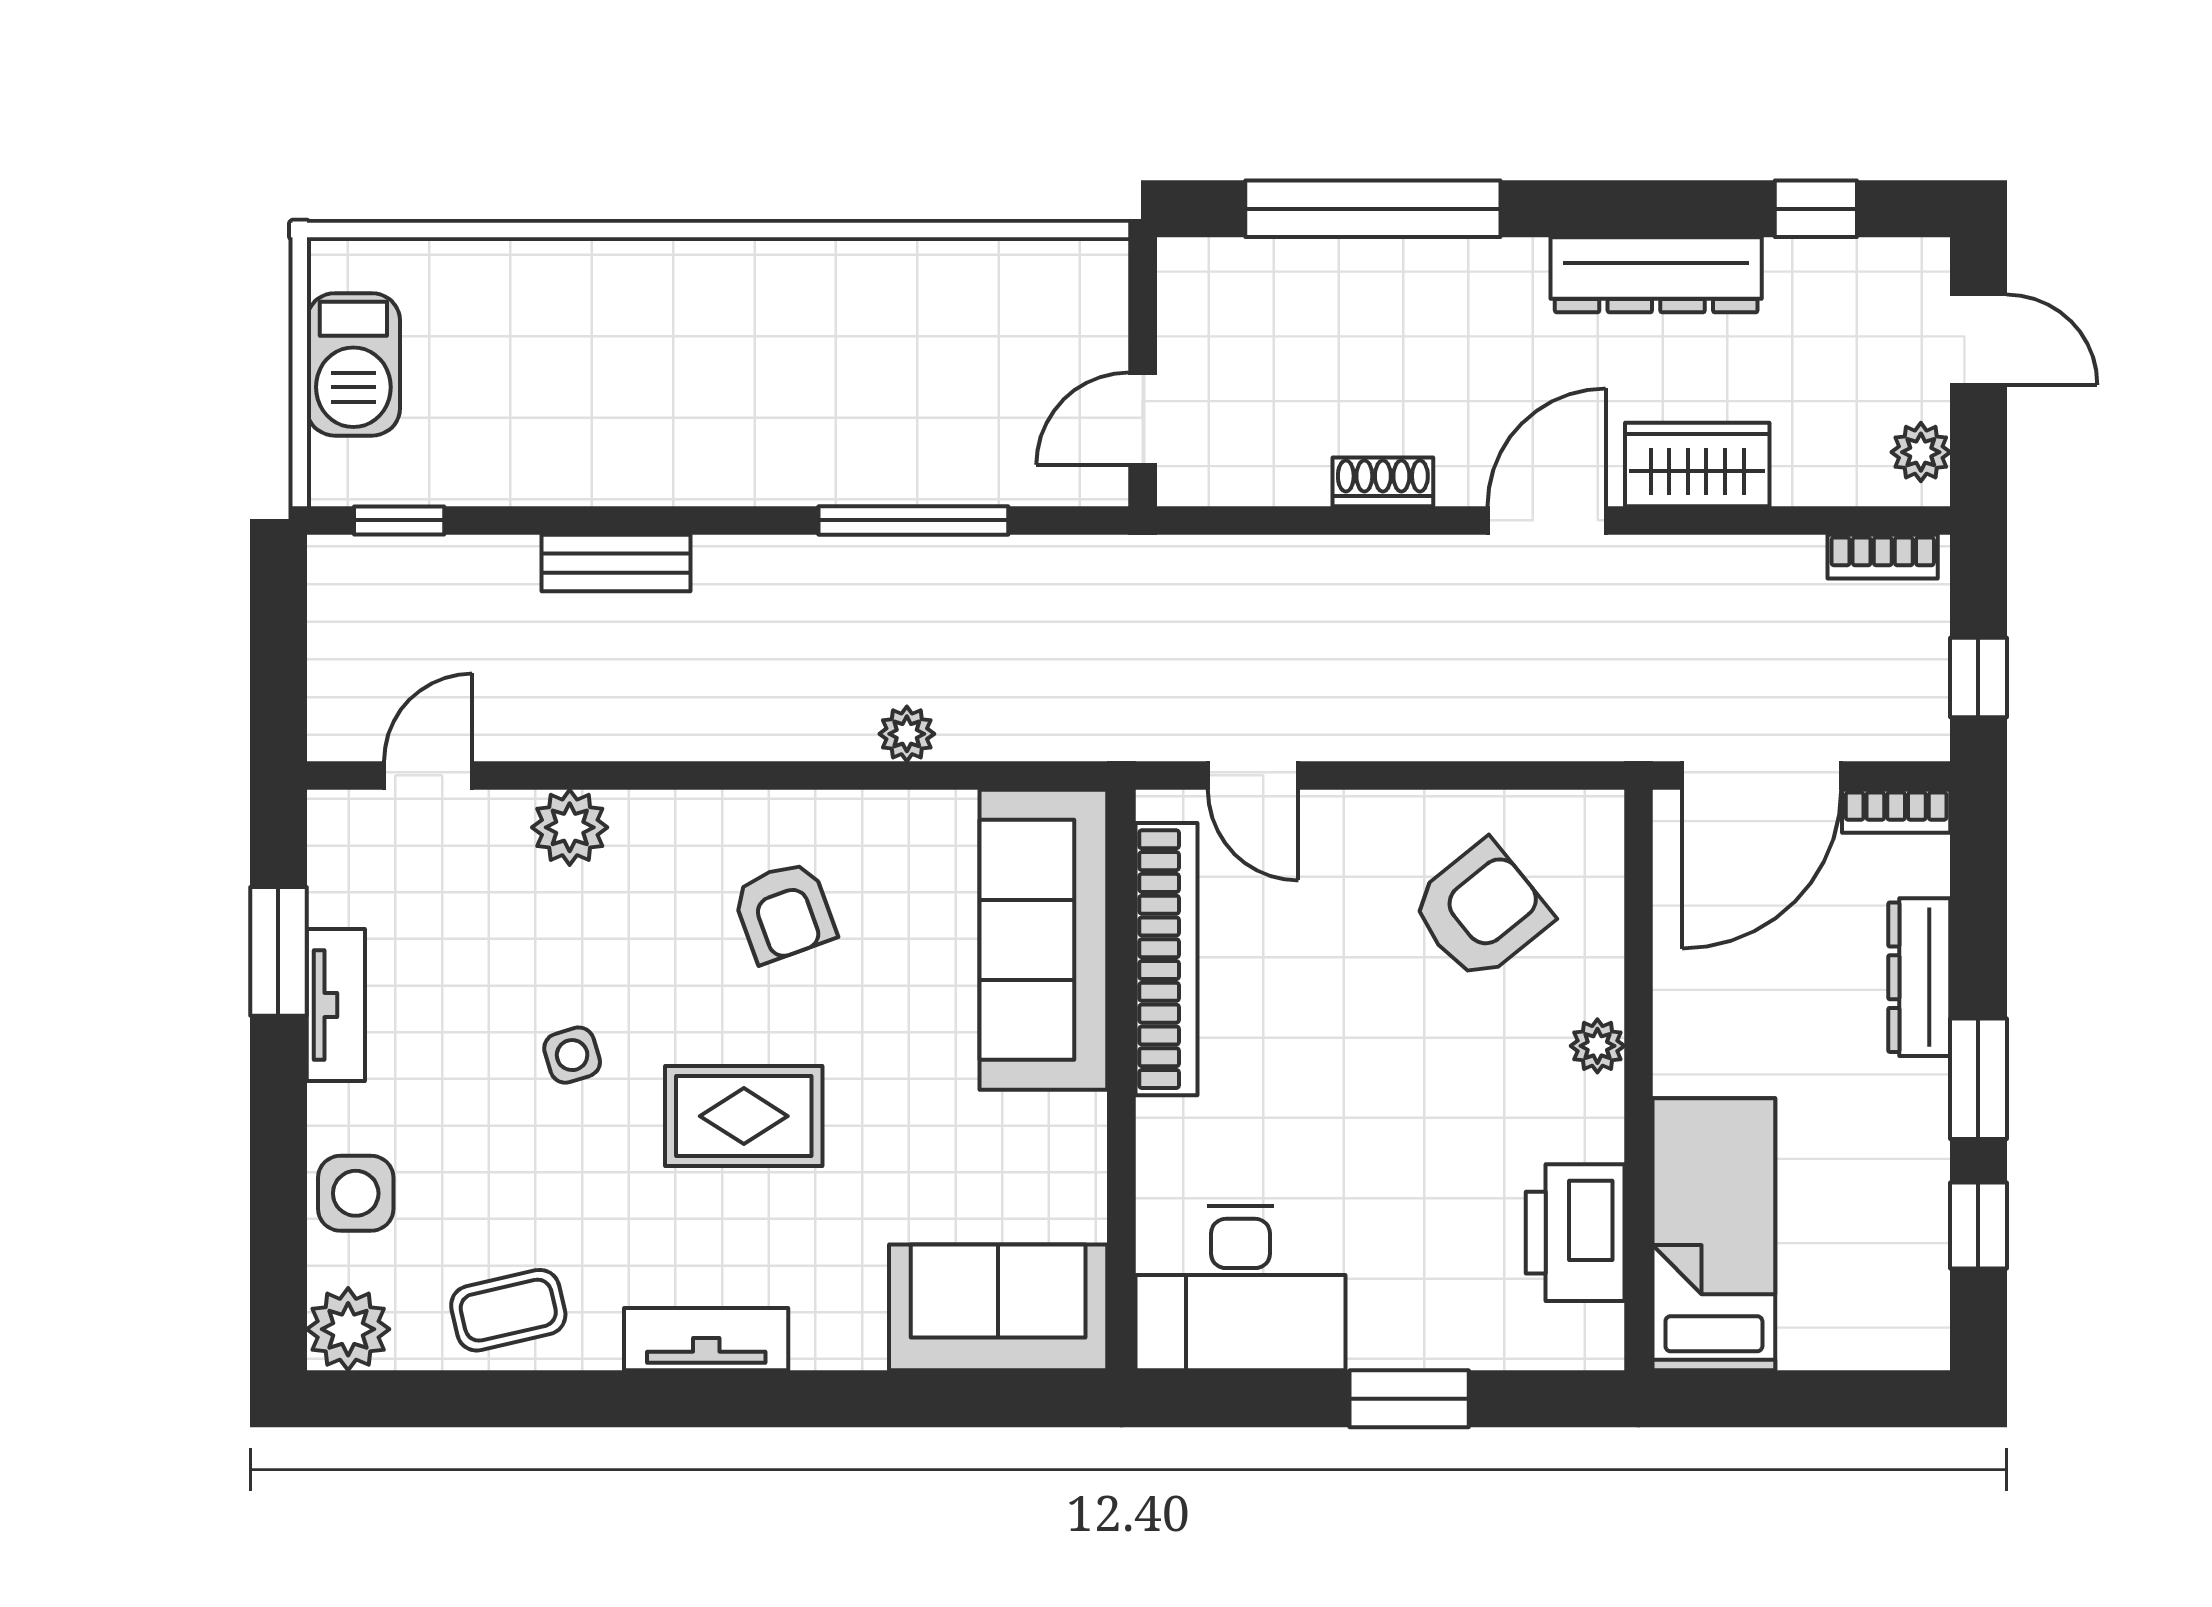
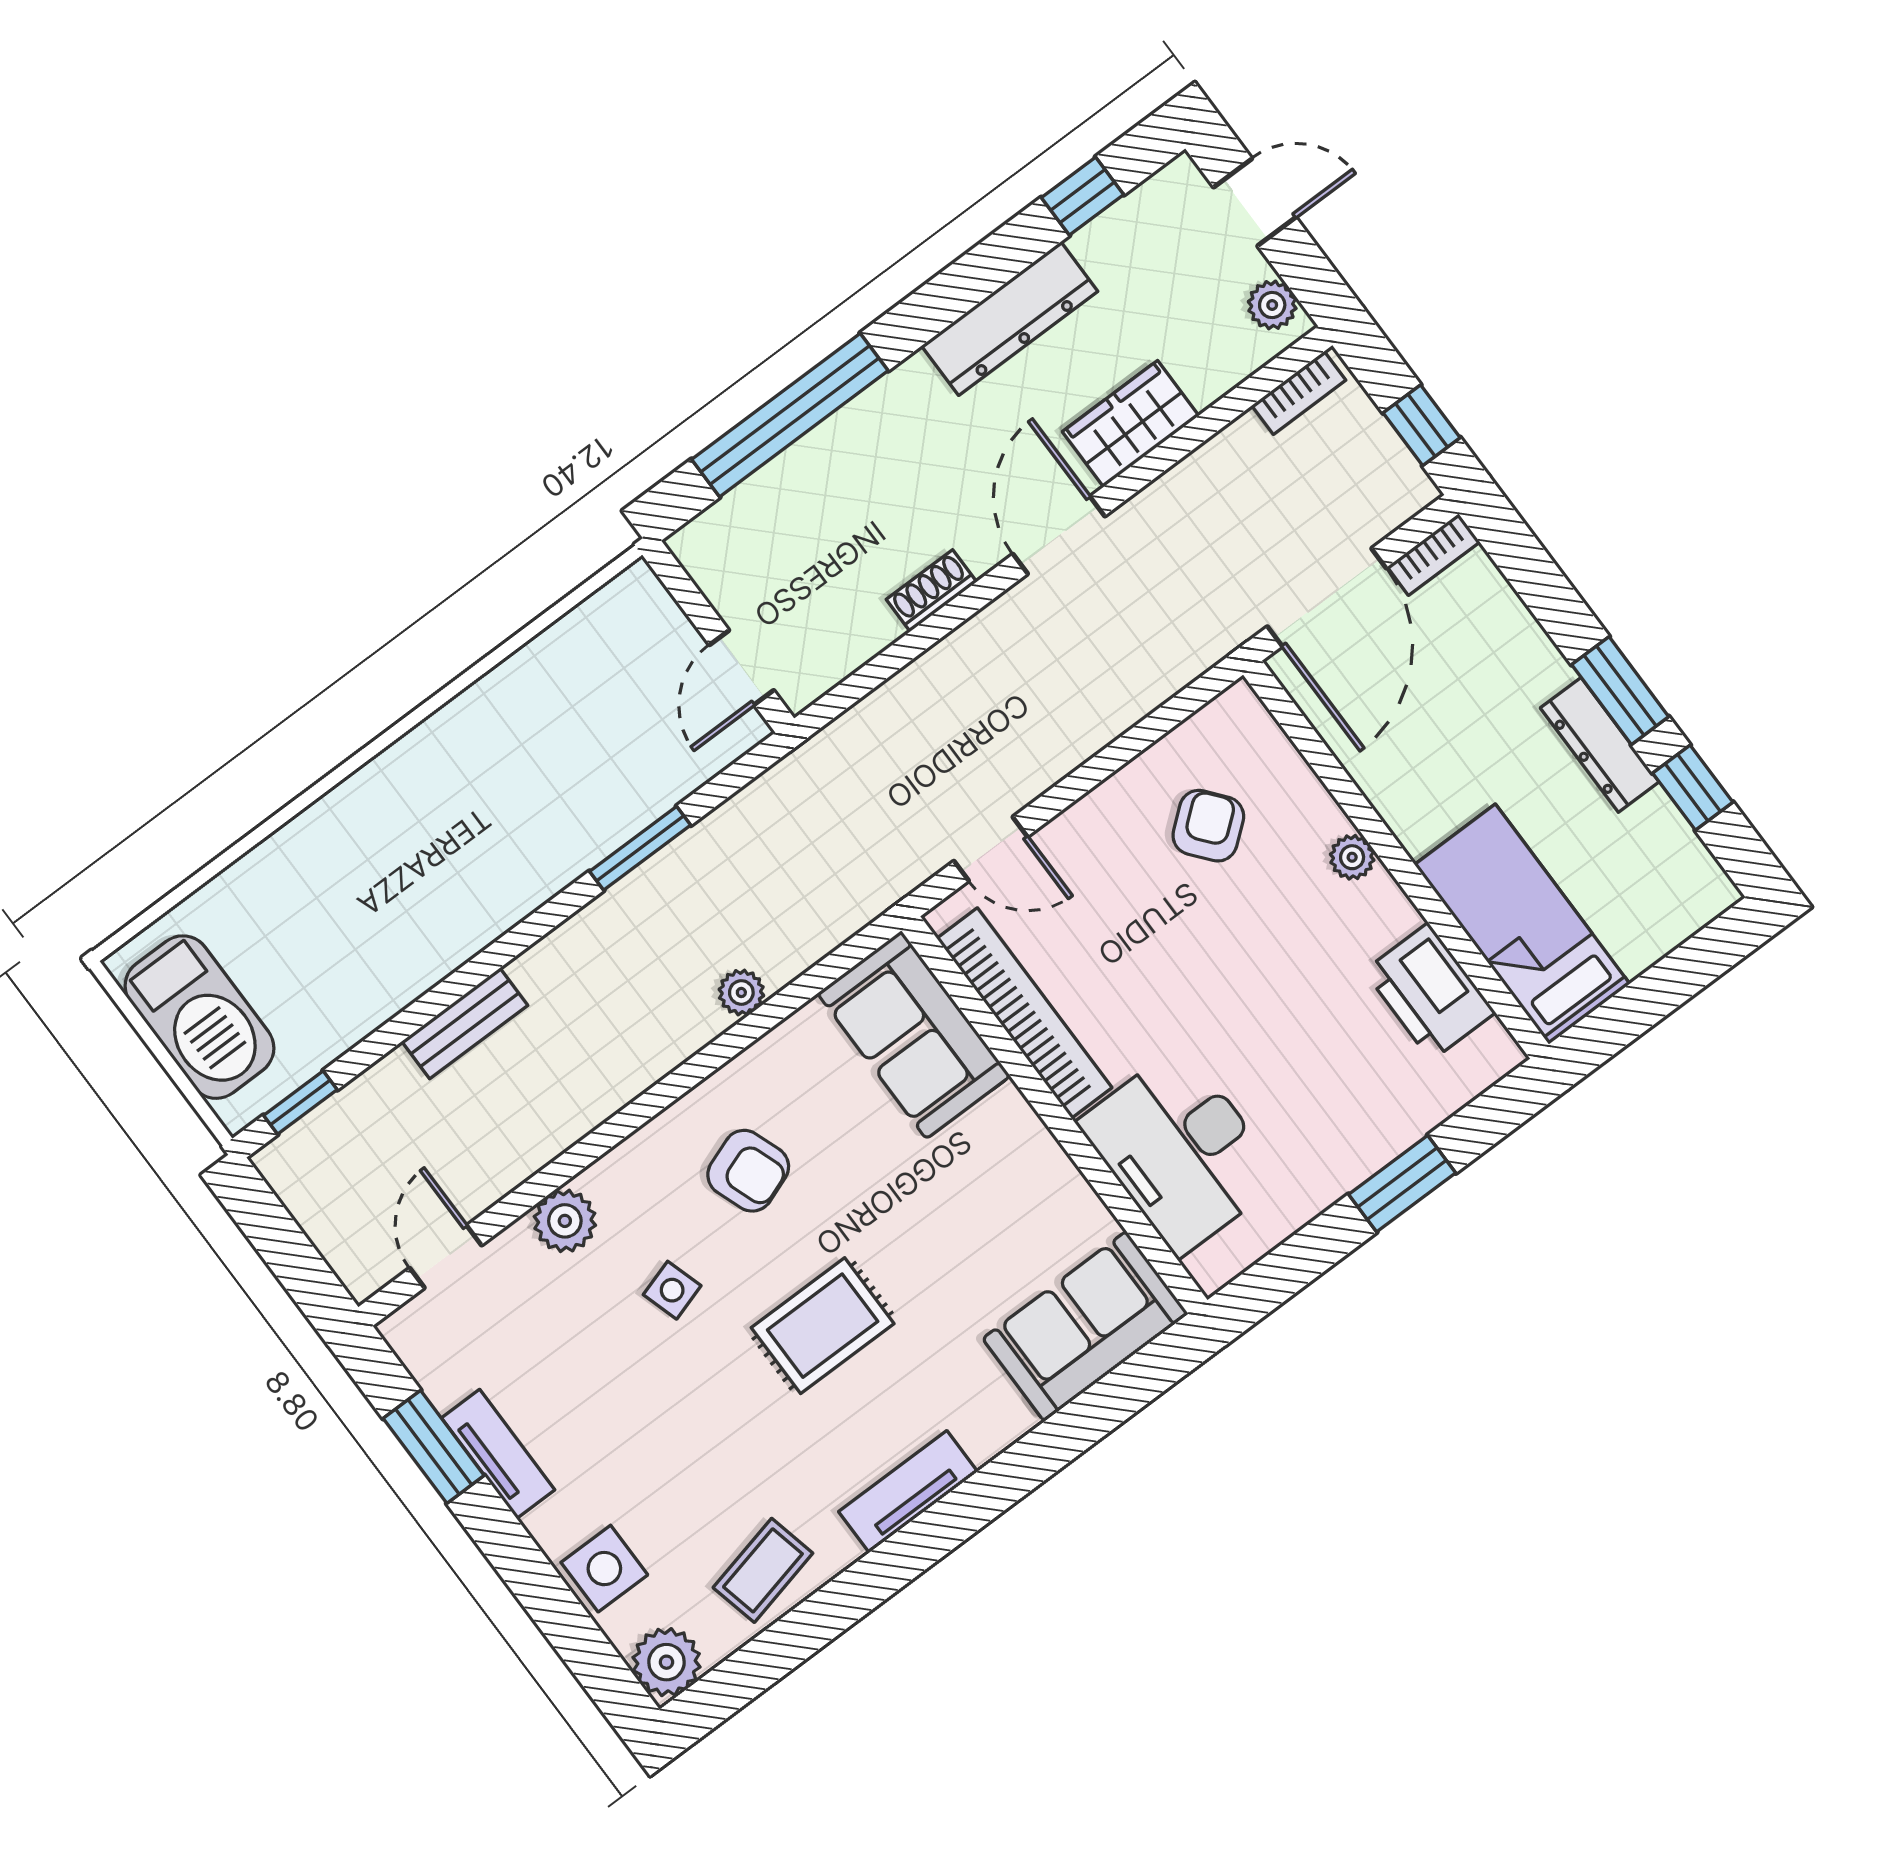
barbecue: (353, 364) -> (199, 1017), width x1.37, depth x1.21
window: (913, 520) -> (640, 848), width x0.69
armchair: (1481, 911) -> (1208, 826), width x0.72, depth x0.72
sofa: (1043, 940) -> (914, 1035), width x0.73
dresser: (1919, 977) -> (1600, 745), moved
side table: (572, 1055) -> (672, 1290), moved
desk: (1241, 1288) -> (1180, 1151), moved, turned 90

